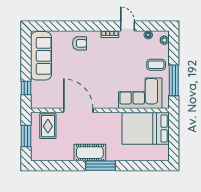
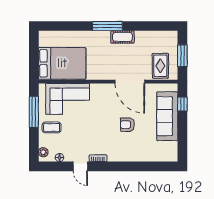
armchair: (79, 43) -> (127, 125), moved
sofa: (41, 56) -> (167, 116), moved
cot: (90, 153) -> (122, 37), width x0.73, depth x0.75

